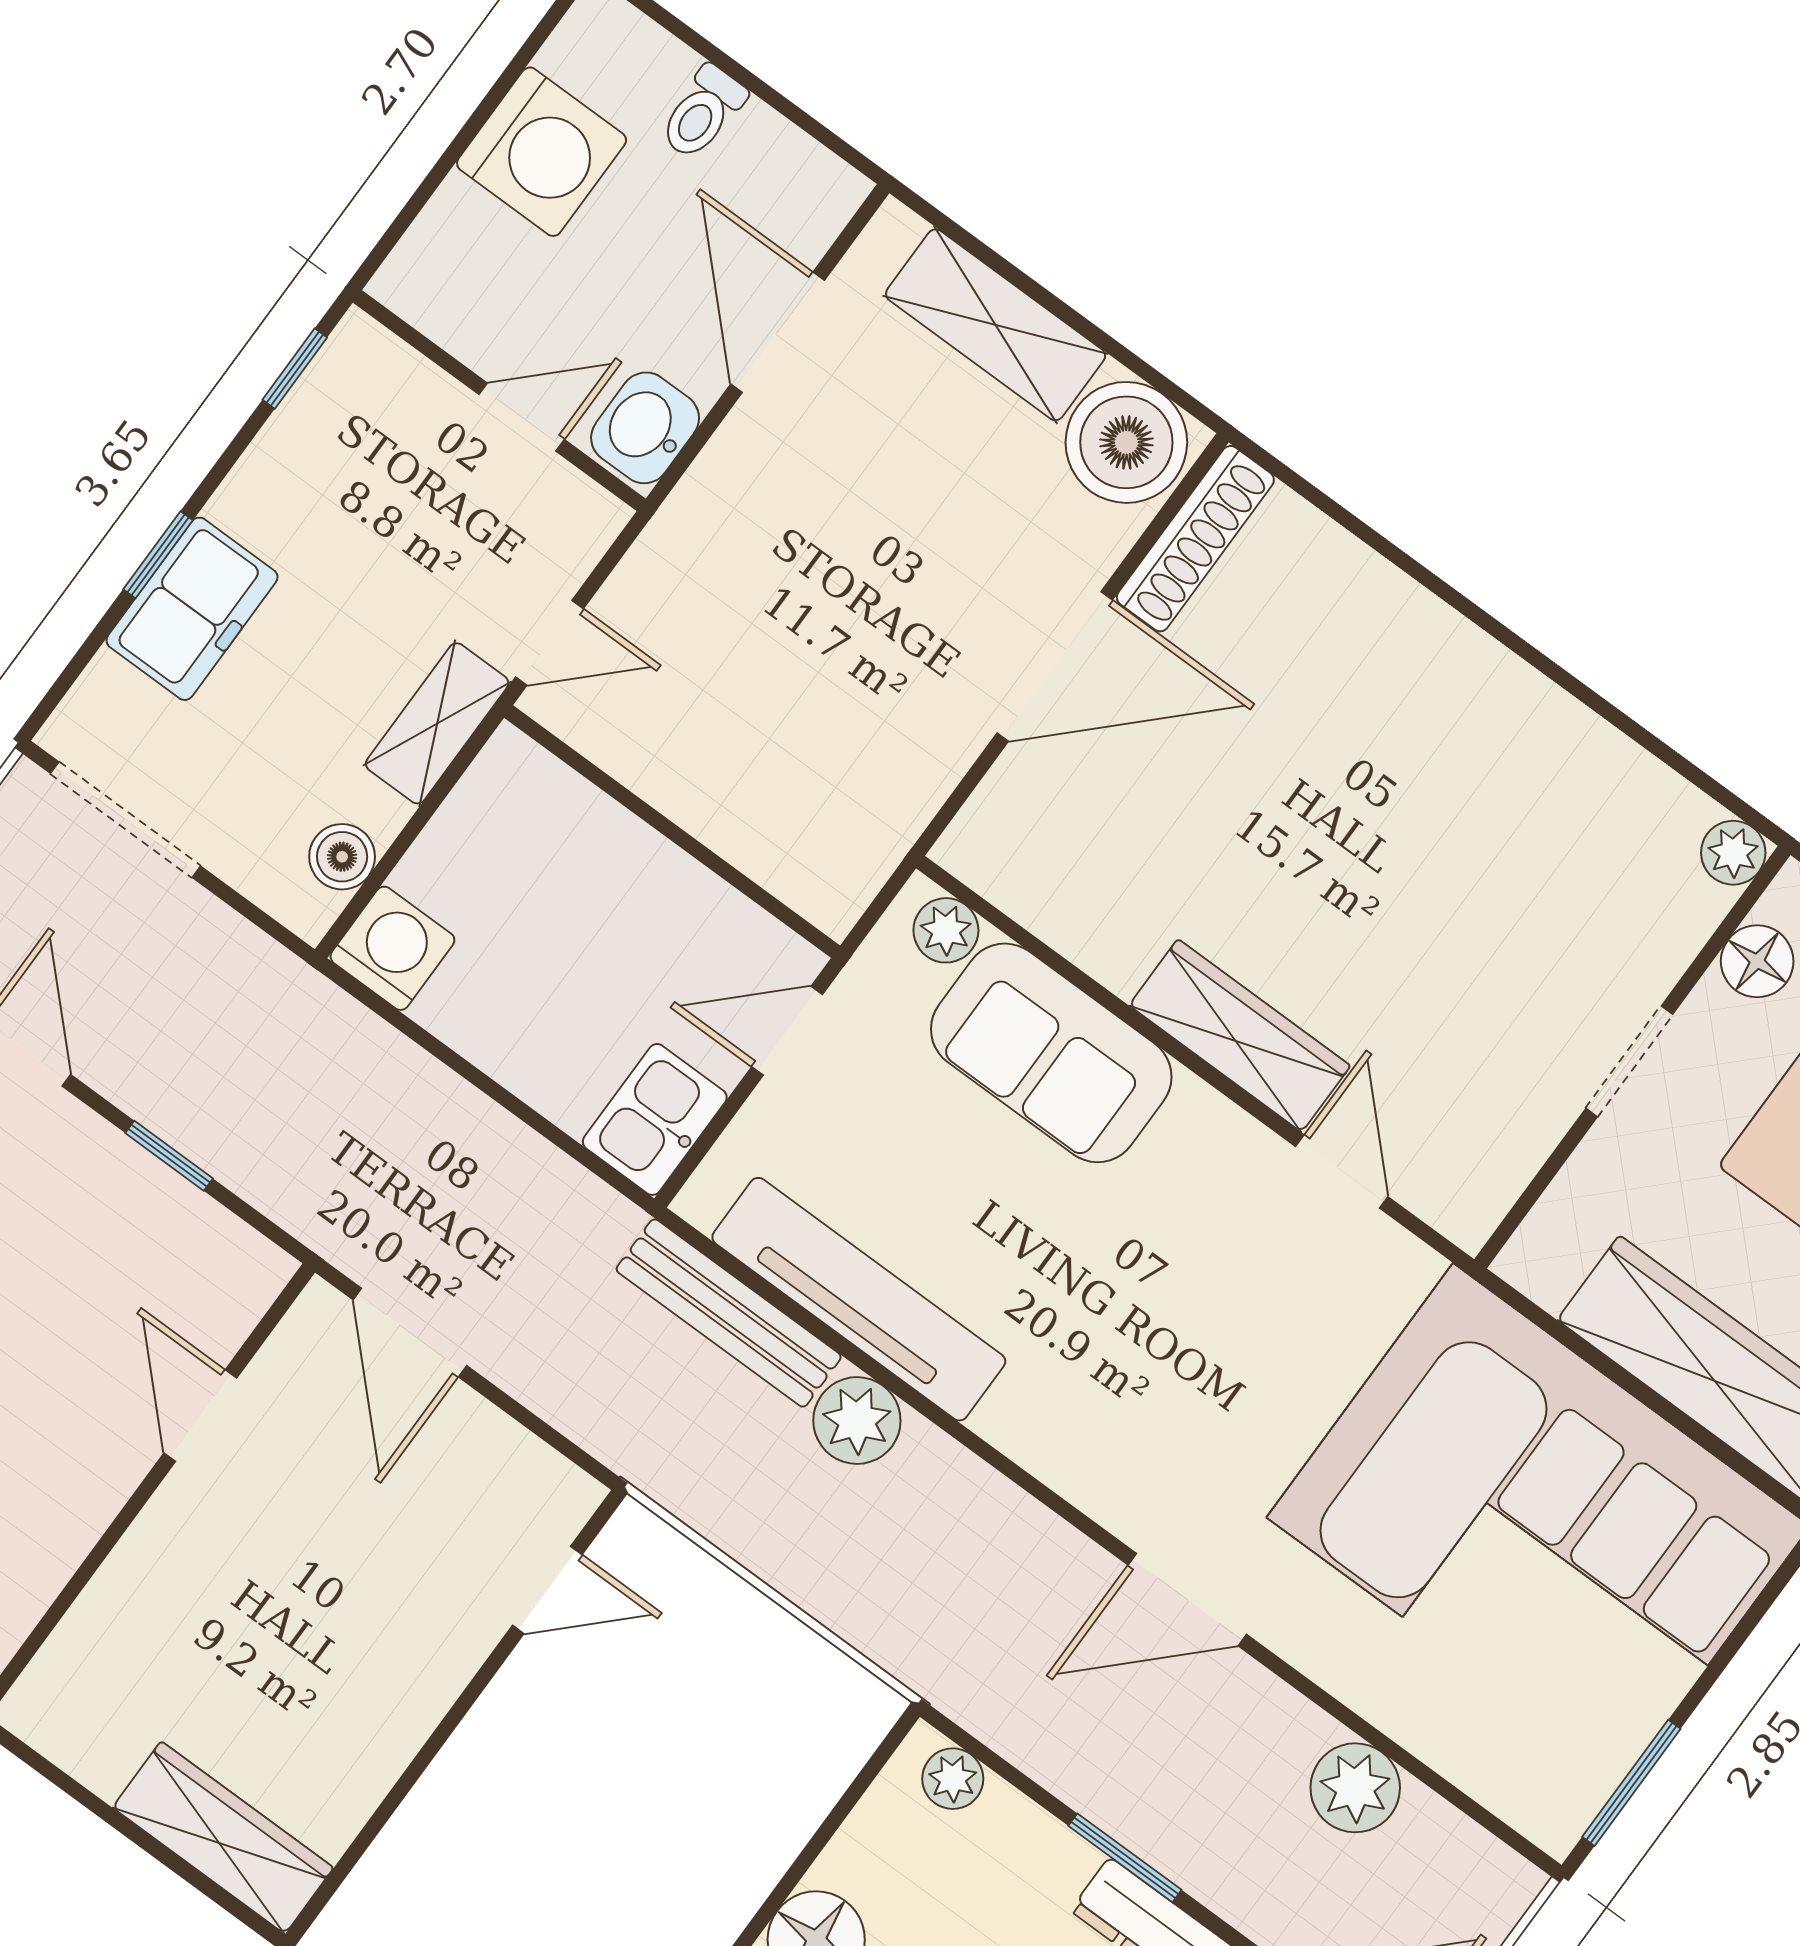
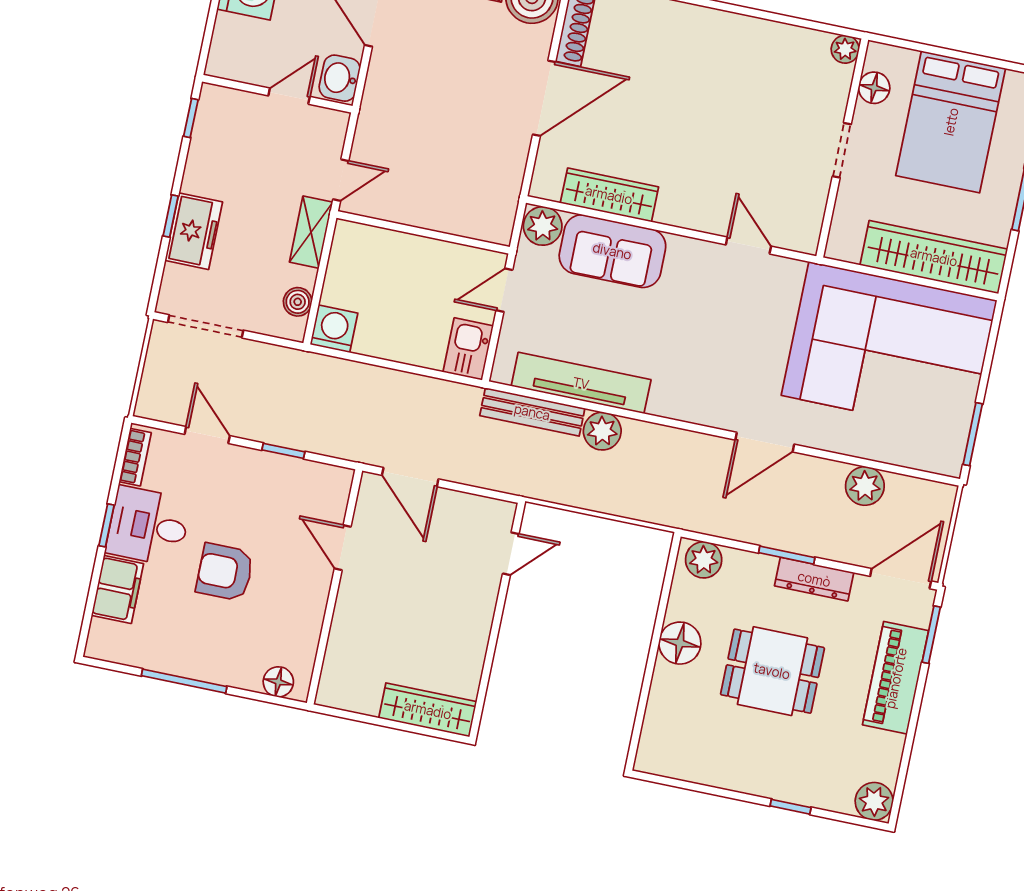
plant: (946, 930) -> (543, 226), width x1.38, depth x1.38
wardrobe: (1240, 1036) -> (609, 195), moved
plant: (953, 1779) -> (704, 560), width x1.38, depth x1.38

